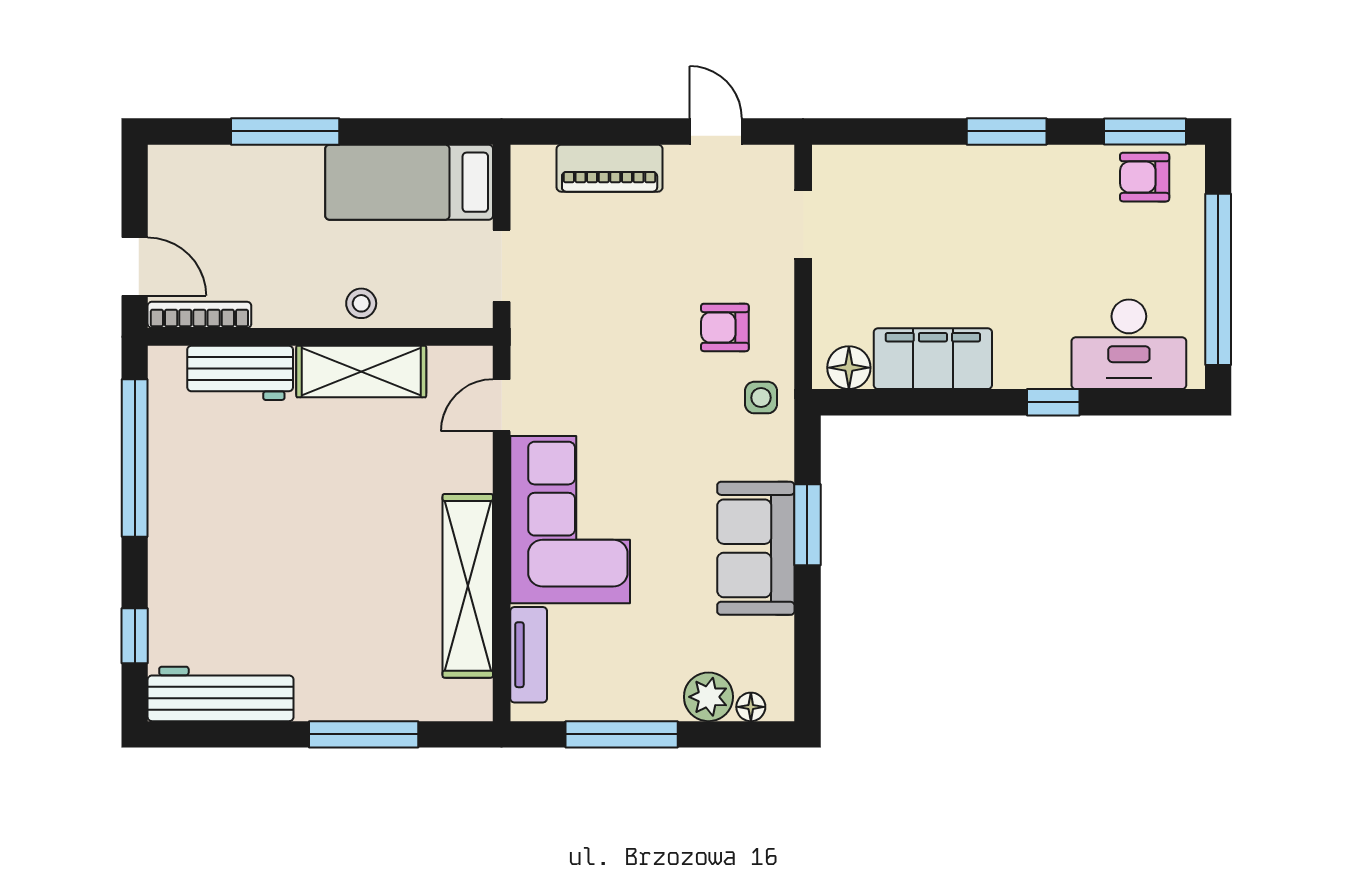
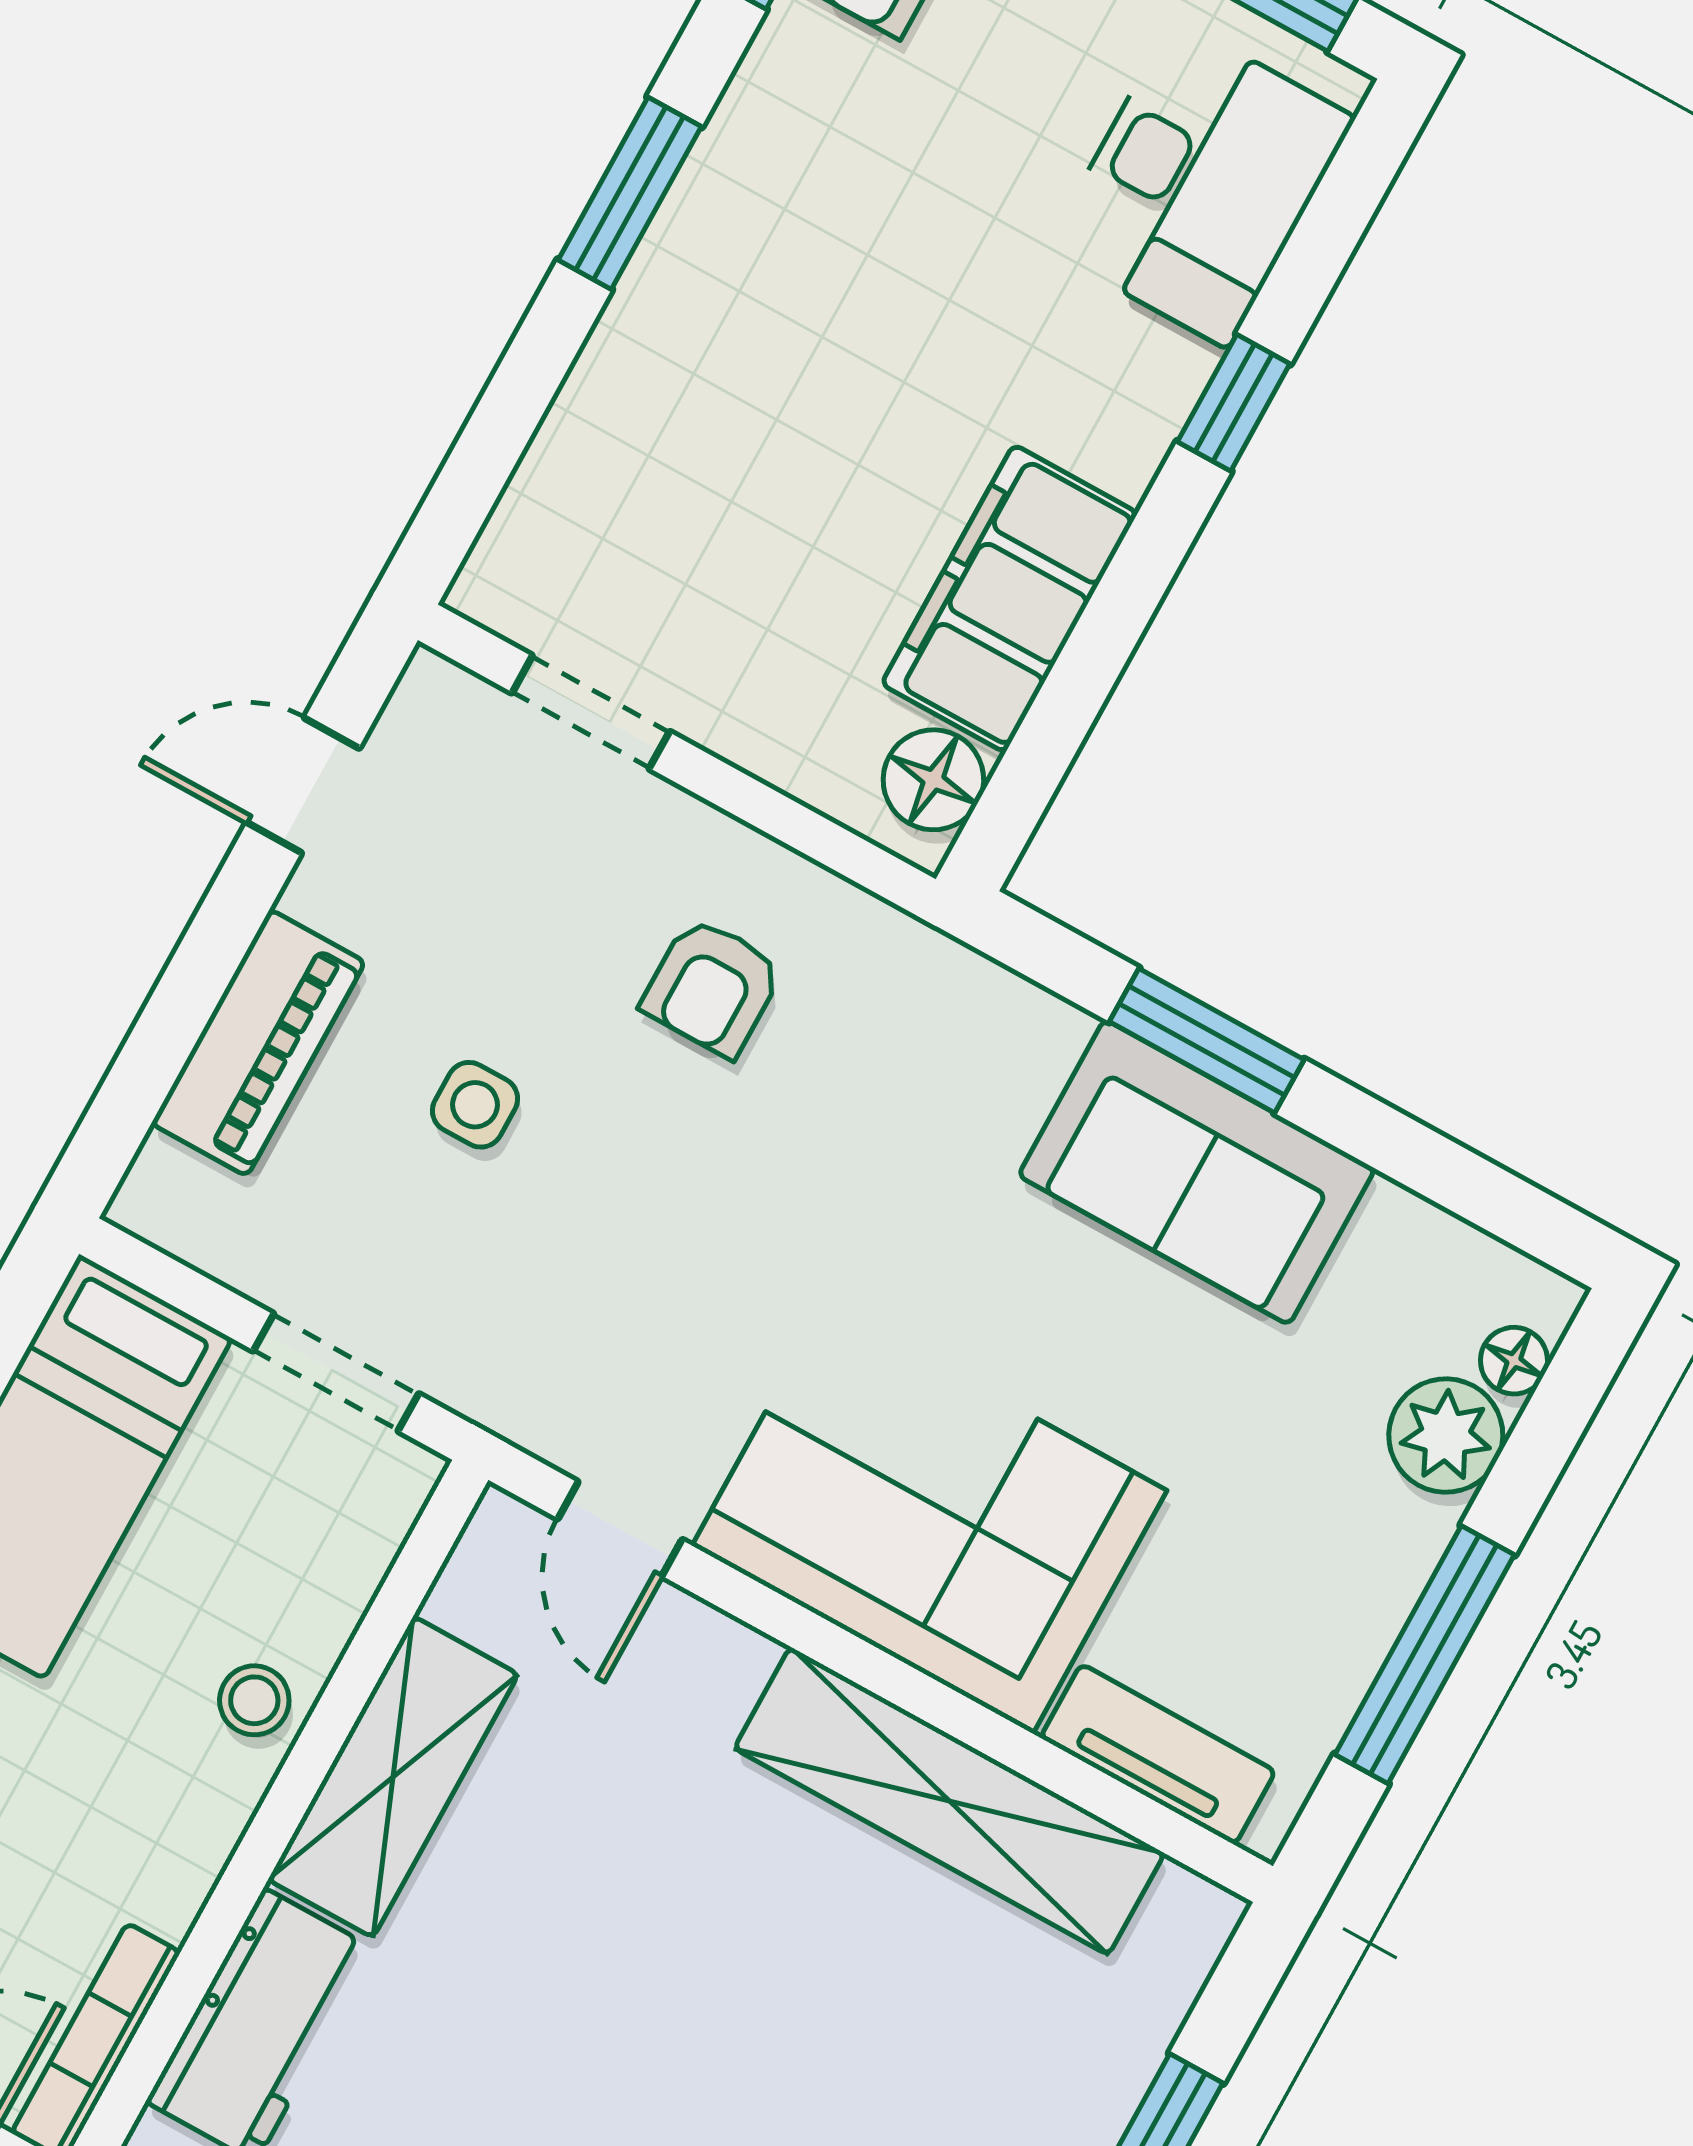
side table: (761, 398) -> (475, 1105), moved

